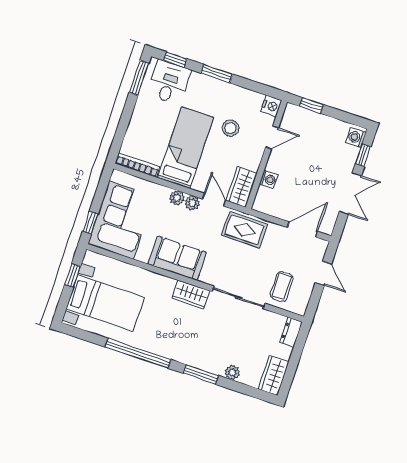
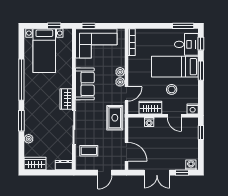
bed: (186, 148) -> (175, 67), moved, turned 180
wardrobe: (242, 187) -> (150, 108), moved

